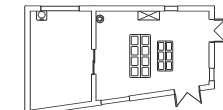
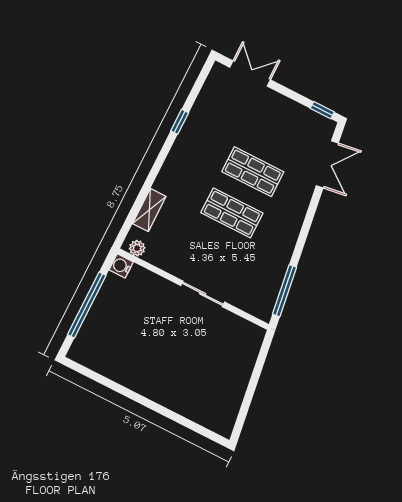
shelving: (149, 15) -> (149, 210), moved
water cooler: (42, 16) -> (121, 266), moved
shop shelf: (140, 56) -> (232, 213), width x0.70, depth x0.74

